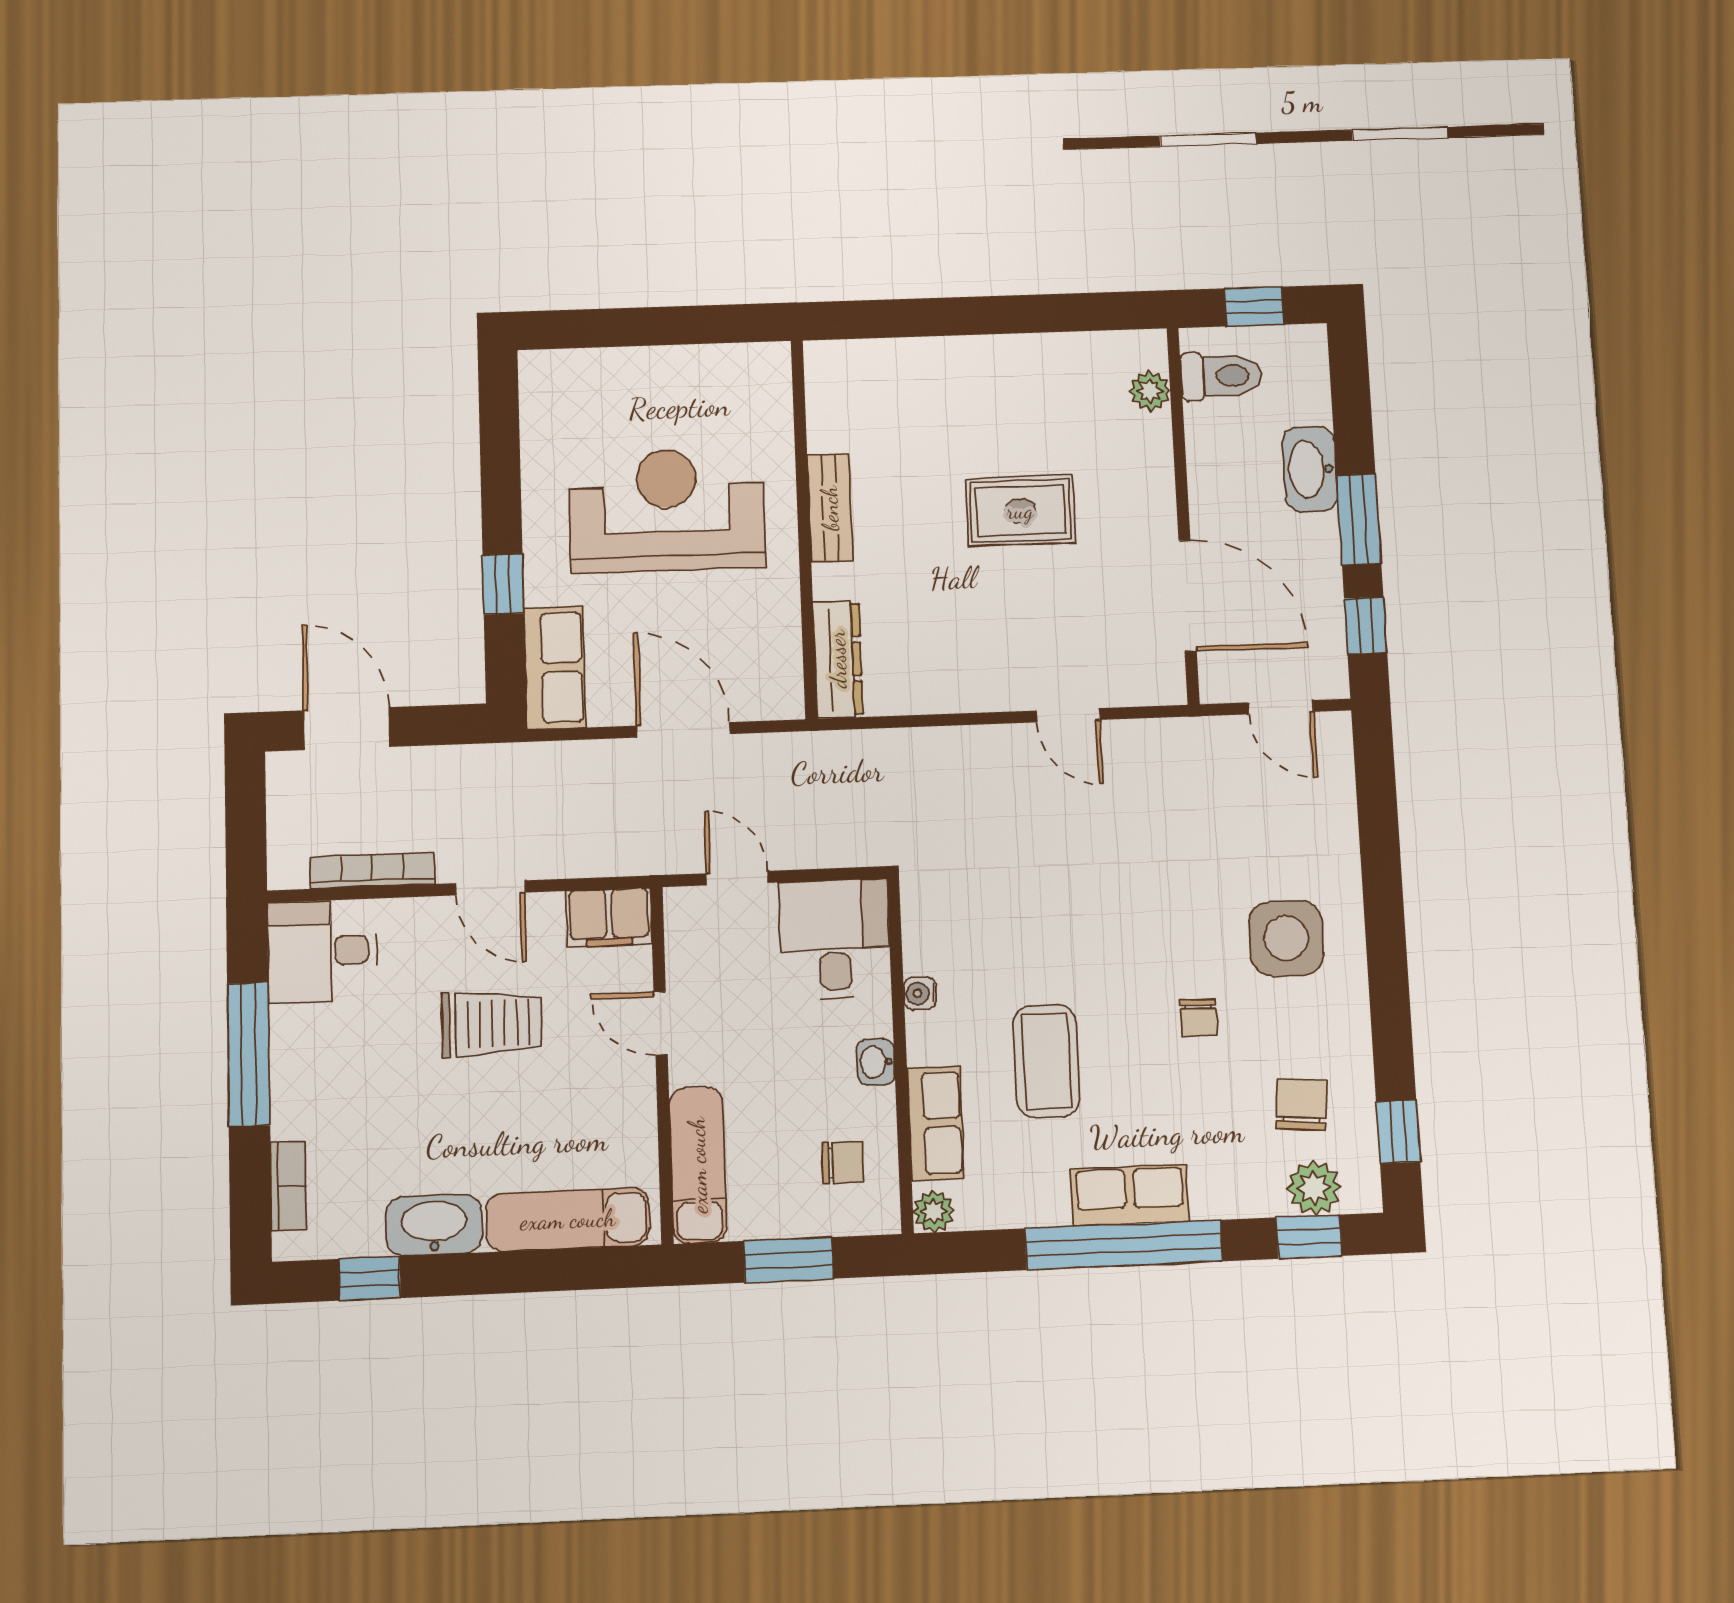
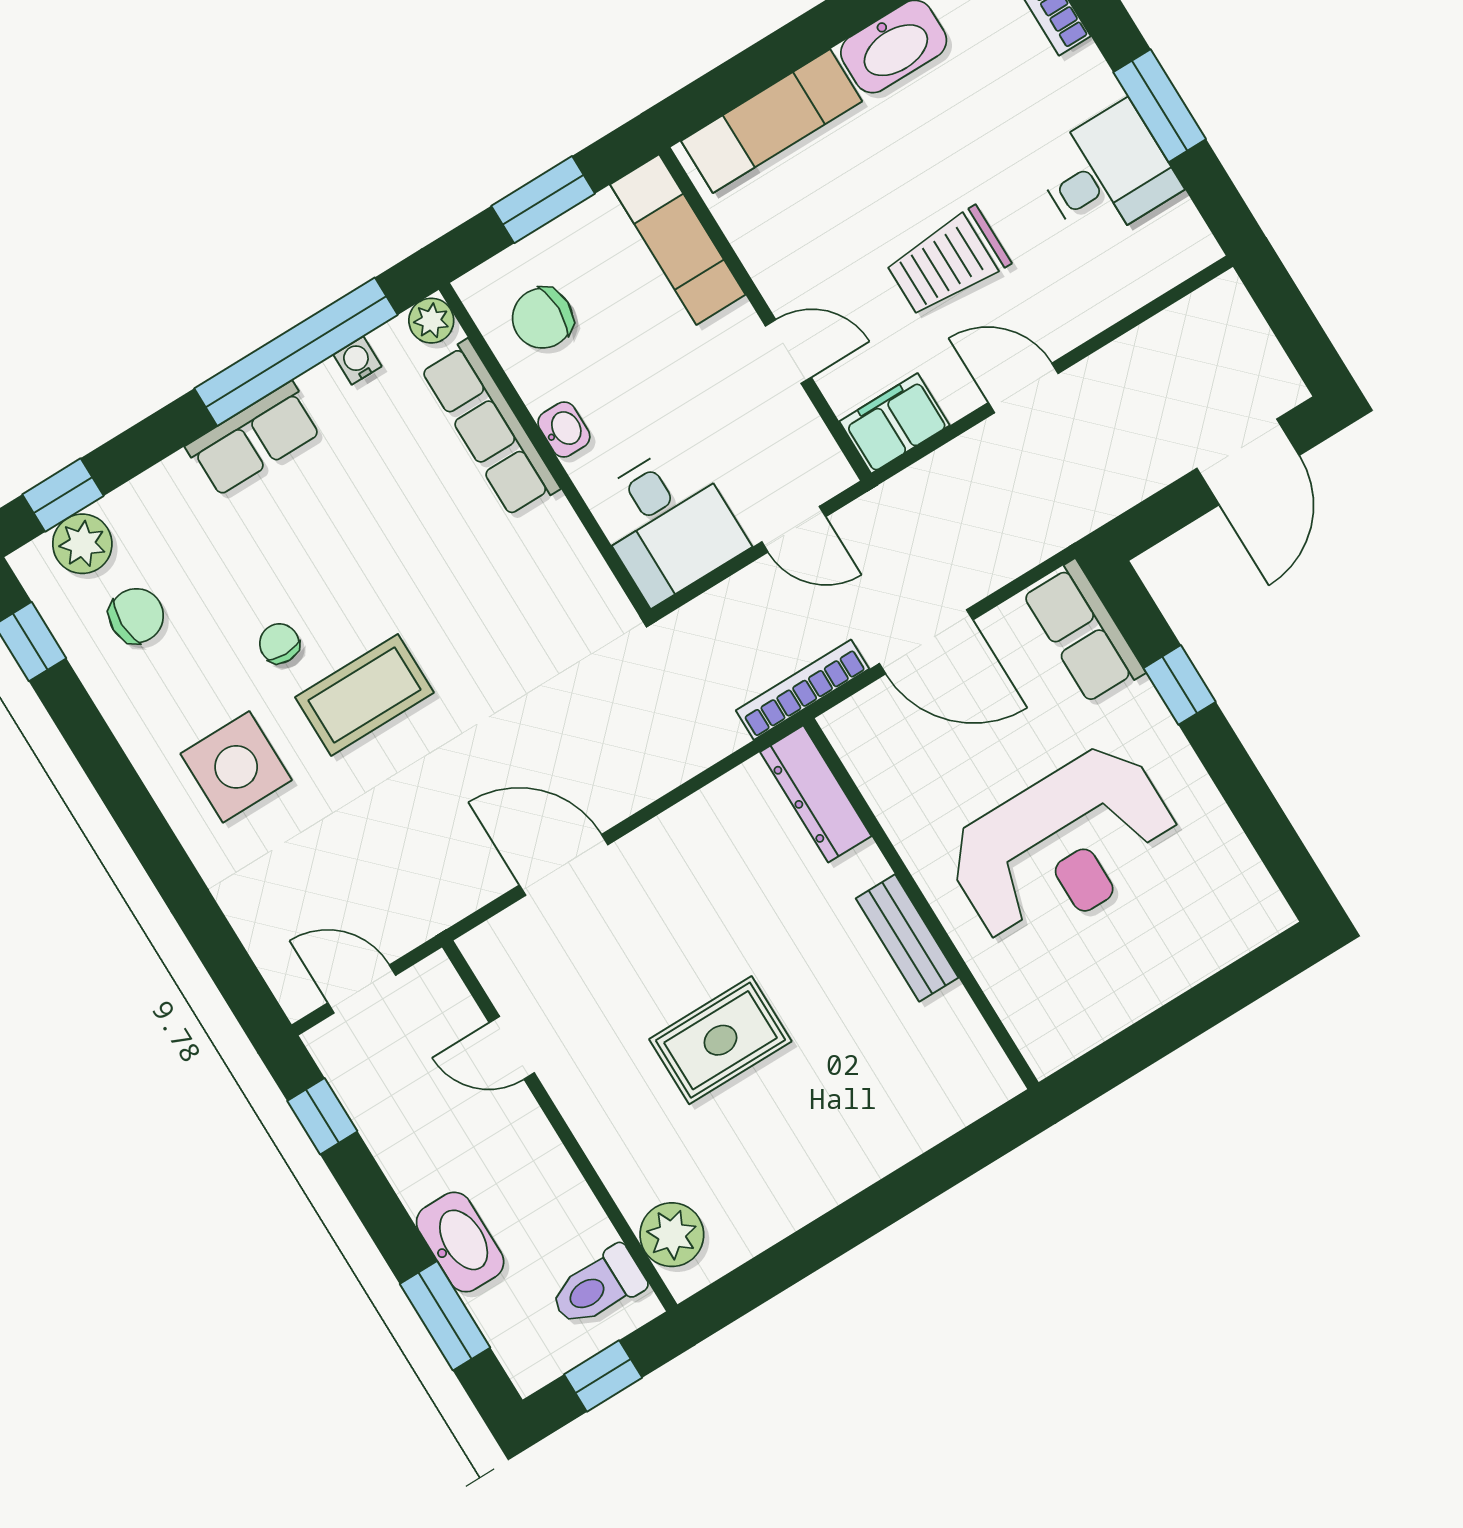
plant: (1150, 391) -> (672, 1235), width x1.38, depth x1.38
window: (1359, 519) -> (445, 1316), moved
door: (1188, 596) -> (512, 1048), width x0.53
door: (1068, 715) -> (564, 865), width x1.38
door: (347, 729) -> (1248, 462), hinge flipped
bookcase: (372, 871) -> (802, 690), moved, turned 180
desk: (322, 951) -> (1107, 174), moved
water cooler: (920, 993) -> (357, 361), moved, turned -90
window: (249, 1054) -> (1160, 106), width x0.69
coffee table: (1046, 1061) -> (364, 695), moved, turned 90
chair: (1301, 1105) -> (136, 616), turned -95
row of seats: (936, 1123) -> (490, 428), width x1.48
chair: (843, 1162) -> (543, 318), width x1.37, depth x1.37
window: (1124, 1245) -> (296, 352), moved

